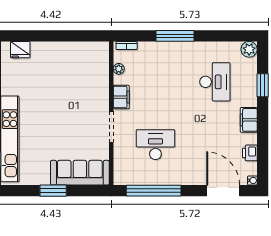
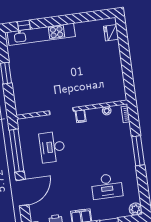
filing cabinet: (121, 97) -> (81, 116), width x0.50
desk: (155, 145) -> (52, 147), turned 180
sofa: (80, 173) -> (23, 92), removed
door: (223, 191) -> (22, 193), moved

